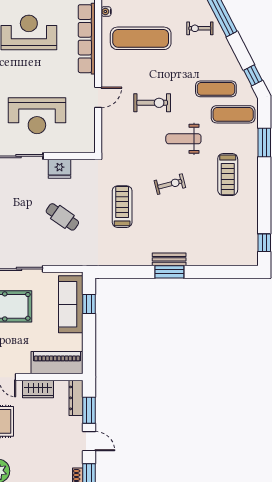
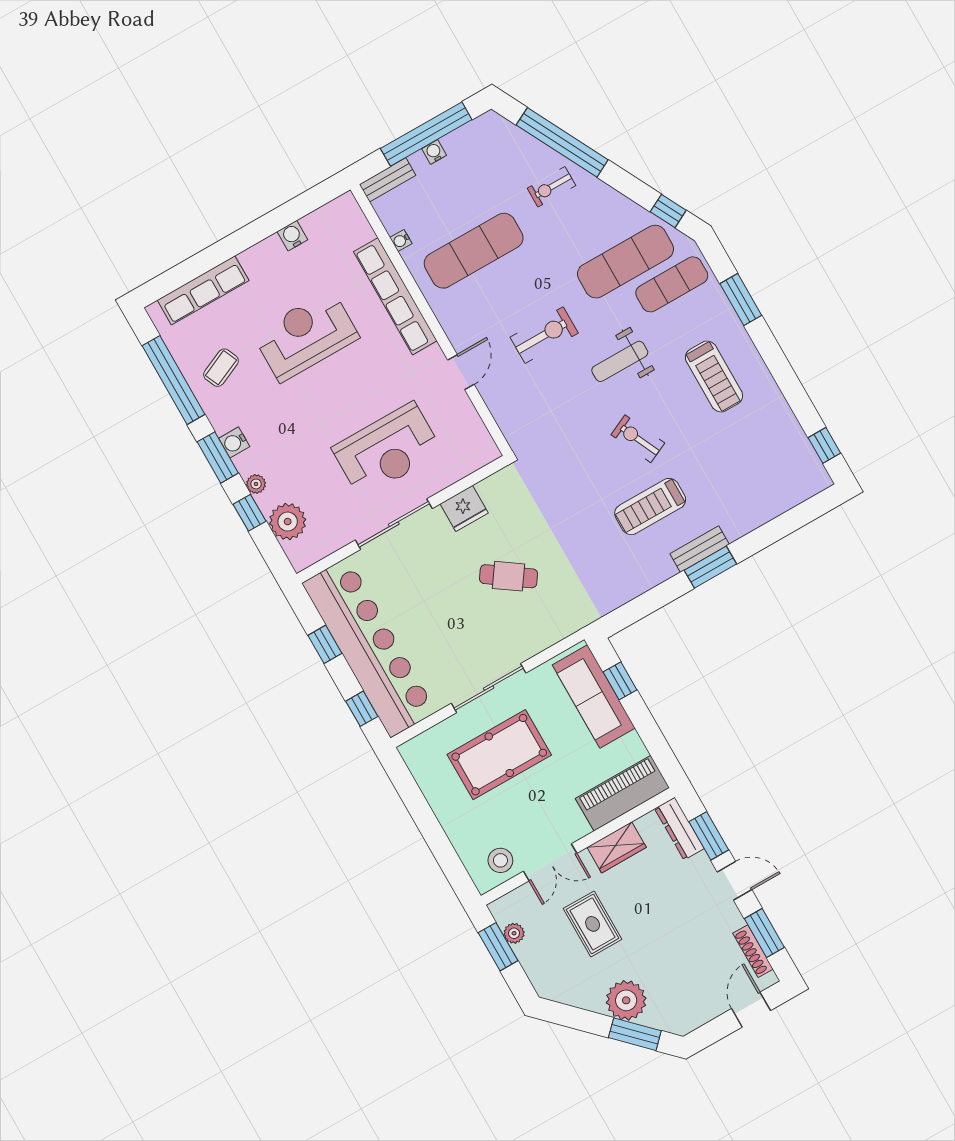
exercise mat: (216, 89) -> (625, 262), width x1.36, depth x1.45
exercise bike: (170, 184) -> (638, 439), turned -101
treadmill: (122, 207) -> (650, 507), moved, turned -90

